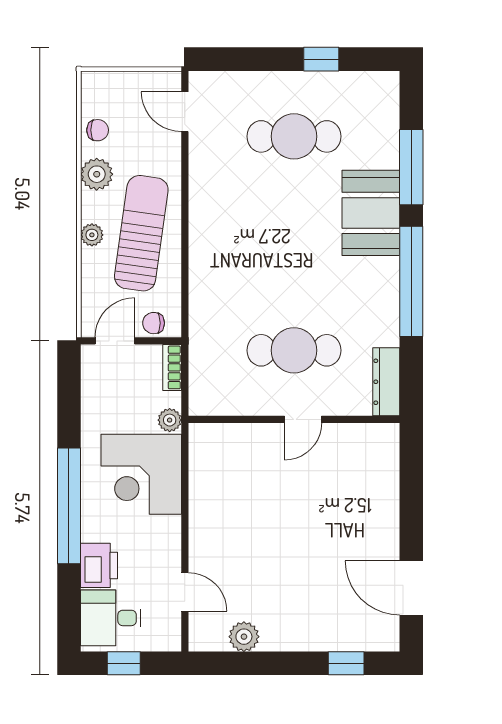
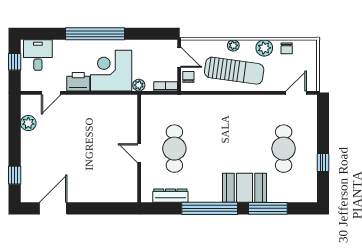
dresser: (386, 382) -> (170, 196), moved
printer: (99, 565) -> (78, 82), moved, turned 180

